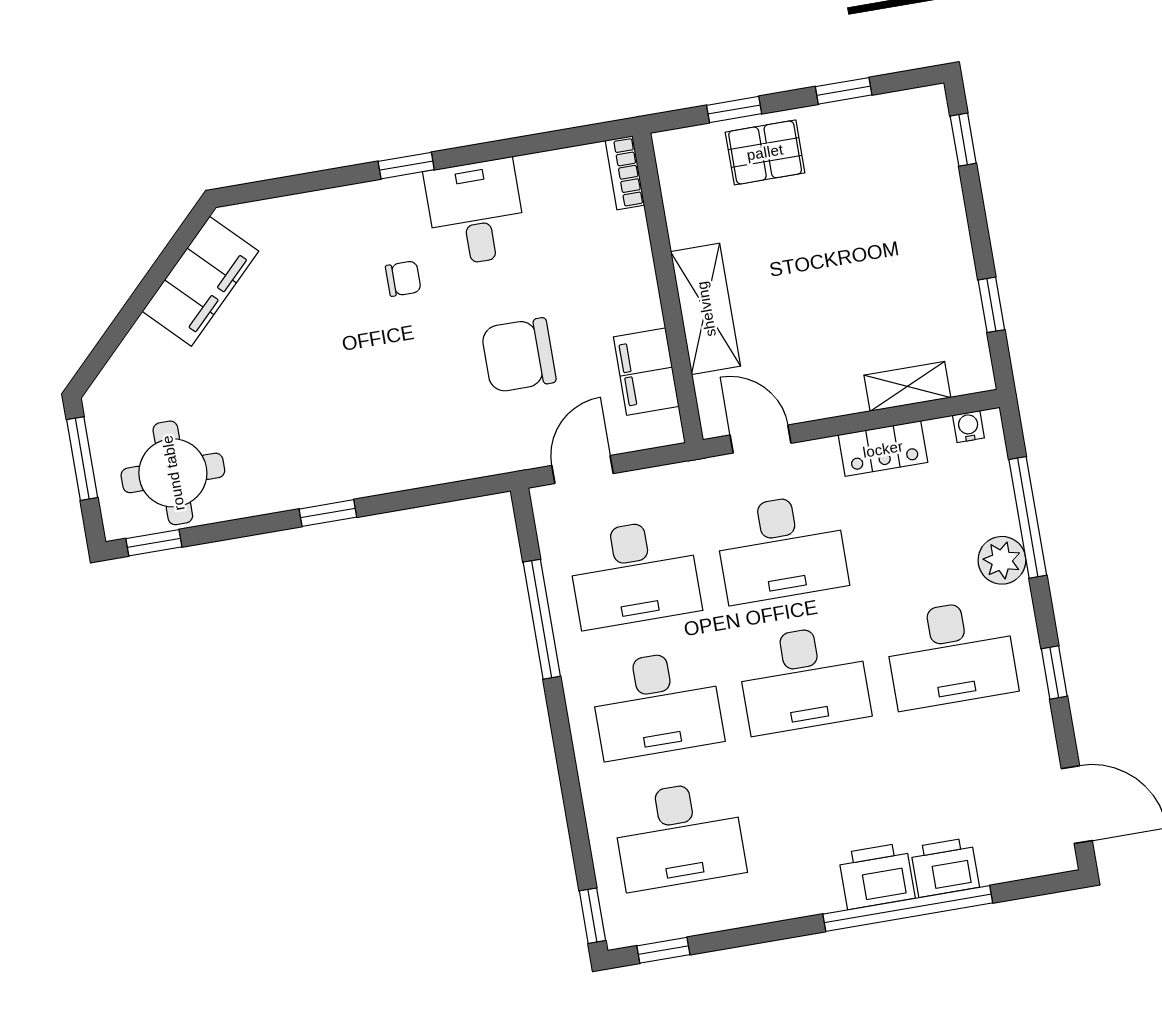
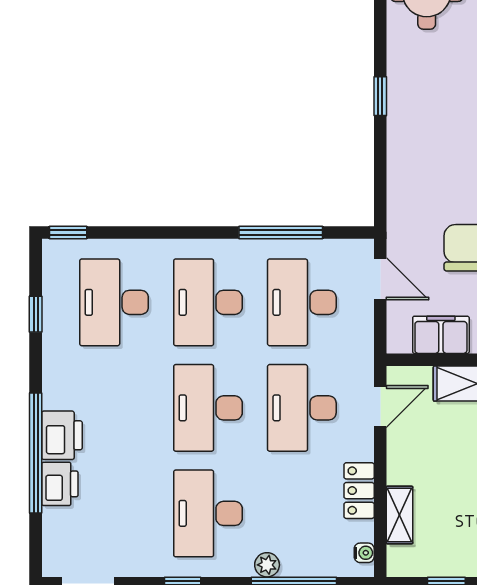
plant: (1002, 560) -> (267, 565), width x0.73, depth x0.73
window: (663, 950) -> (36, 314), moved

